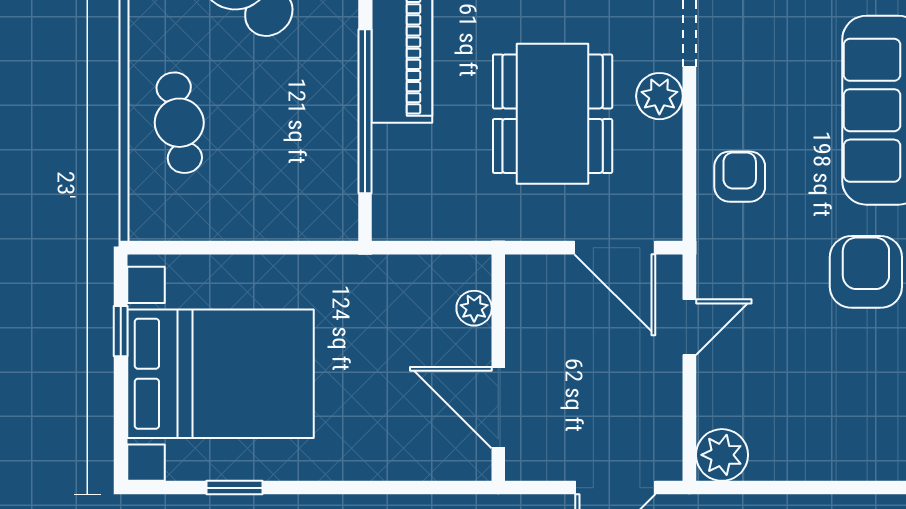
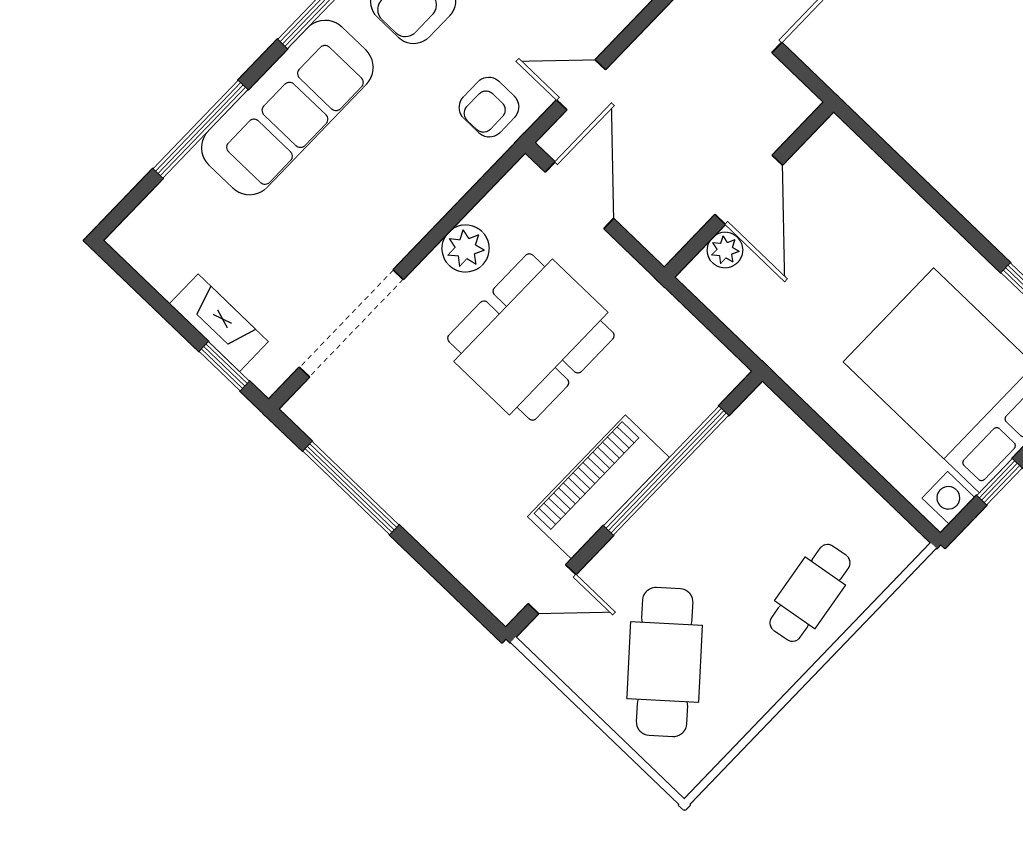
plant: (659, 96) -> (466, 248), moved
armchair: (740, 177) -> (489, 107), moved
door: (498, 408) -> (749, 190), moved

